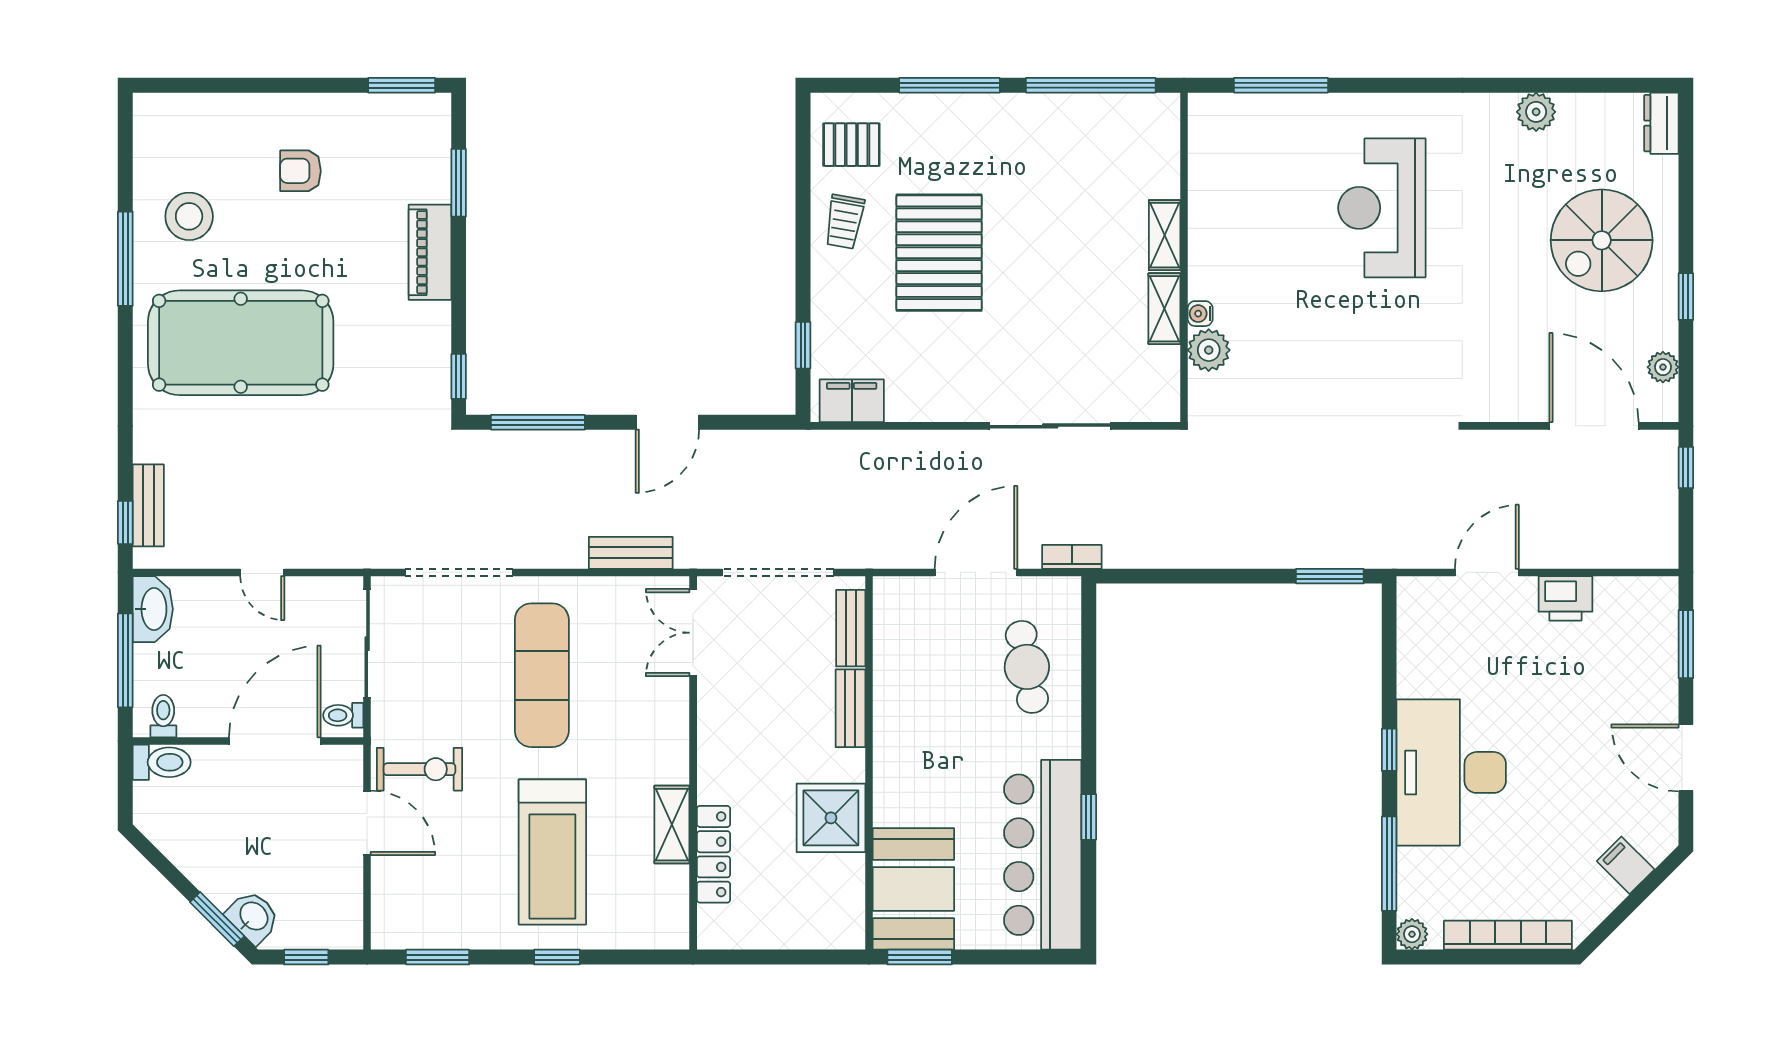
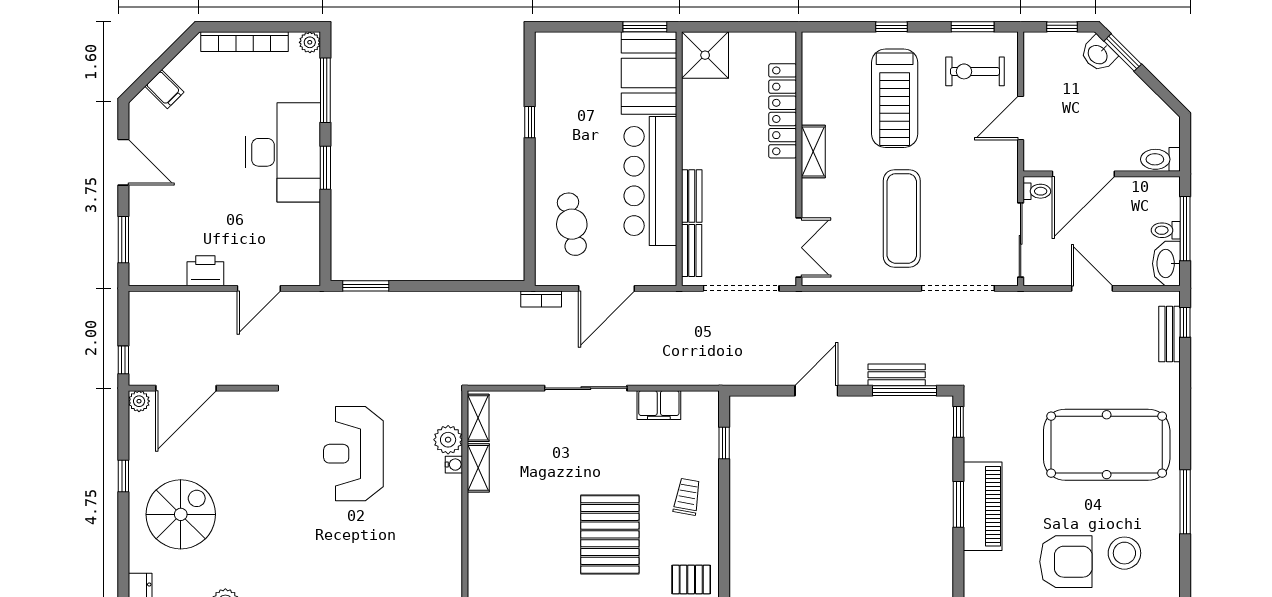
armchair: (300, 171) -> (1066, 562), width x1.88, depth x1.88
window: (459, 183) -> (958, 504), moved
reception desk: (1382, 208) -> (353, 454), moved, turned 180
stool: (189, 216) -> (1124, 553), moved
trolley: (844, 222) -> (687, 497), moved
shelving: (1165, 235) -> (478, 418), moved
piano: (430, 252) -> (983, 506), width x1.37, depth x1.33
pallet: (939, 253) -> (610, 534), moved
plant: (1663, 367) -> (139, 401), moved
filing cabinet: (852, 401) -> (659, 405), moved
sliding door: (1050, 426) -> (586, 388), moved
door: (1594, 426) -> (186, 388), hinge flipped
bench: (631, 553) -> (897, 375), moved
door: (262, 572) -> (1092, 288), width x1.38
toilet: (163, 716) -> (1166, 230), moved, turned 90
window: (1389, 750) -> (325, 168), width x1.50
exercise bike: (419, 769) -> (975, 71), moved
shower: (831, 818) -> (705, 55), moved
door: (367, 823) -> (1021, 118), hinge flipped
shelving: (672, 825) -> (813, 151), moved
treadmill: (552, 852) -> (895, 98), turned 180
locker: (713, 854) -> (783, 111), width x1.41, depth x1.21
bar counter: (1043, 855) -> (650, 181), moved, turned 180

